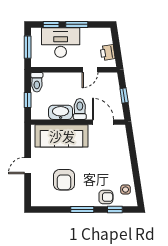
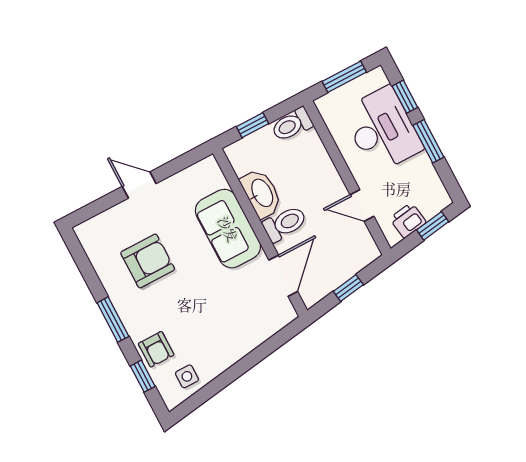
window: (116, 43) -> (433, 226), added
sofa: (62, 136) -> (228, 229), width x0.73
armchair: (64, 180) -> (148, 261), turned 180

